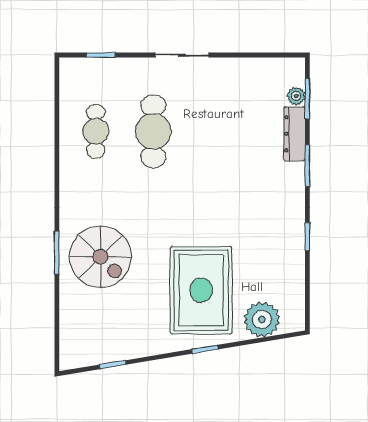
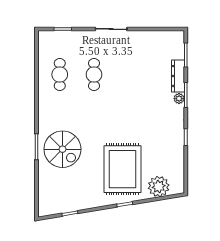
plant: (296, 96) -> (179, 99), moved
cafe table: (153, 131) -> (94, 75), width x0.73, depth x0.74

